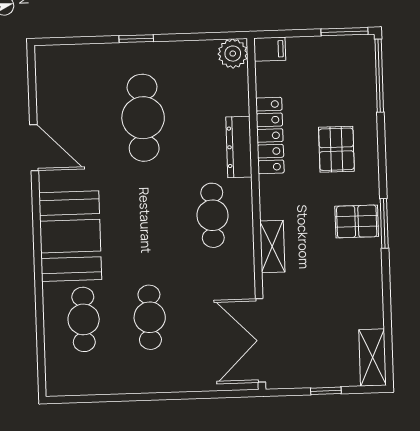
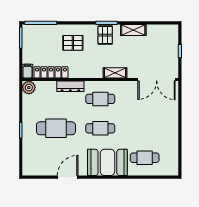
locker: (270, 136) -> (51, 72), moved
cafe table: (150, 317) -> (100, 128), moved
shelving: (373, 358) -> (133, 30), moved

